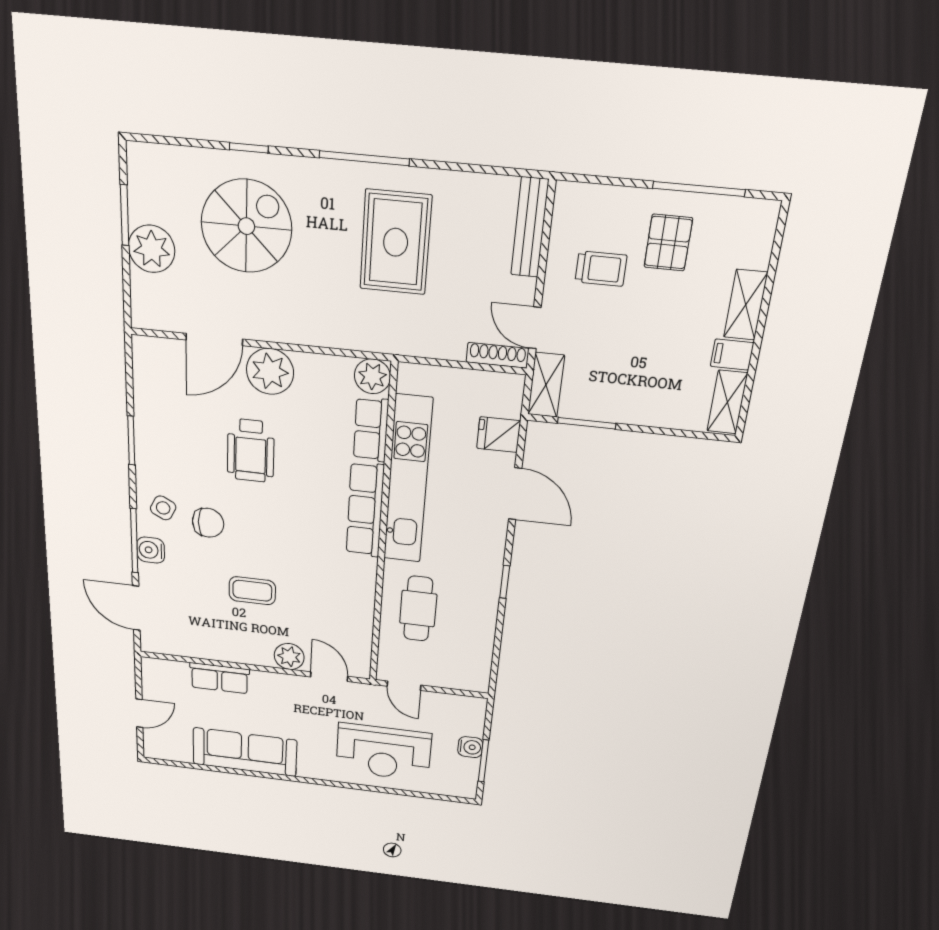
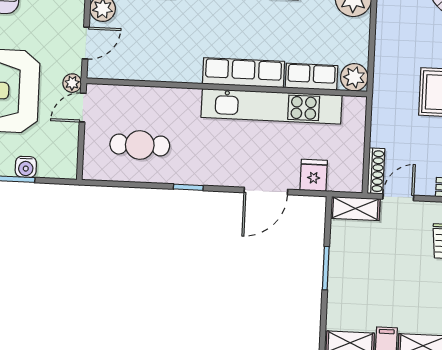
window: (587, 423) -> (326, 268), moved
cafe table: (418, 609) -> (140, 145), moved
plant: (375, 694) -> (72, 83), added

